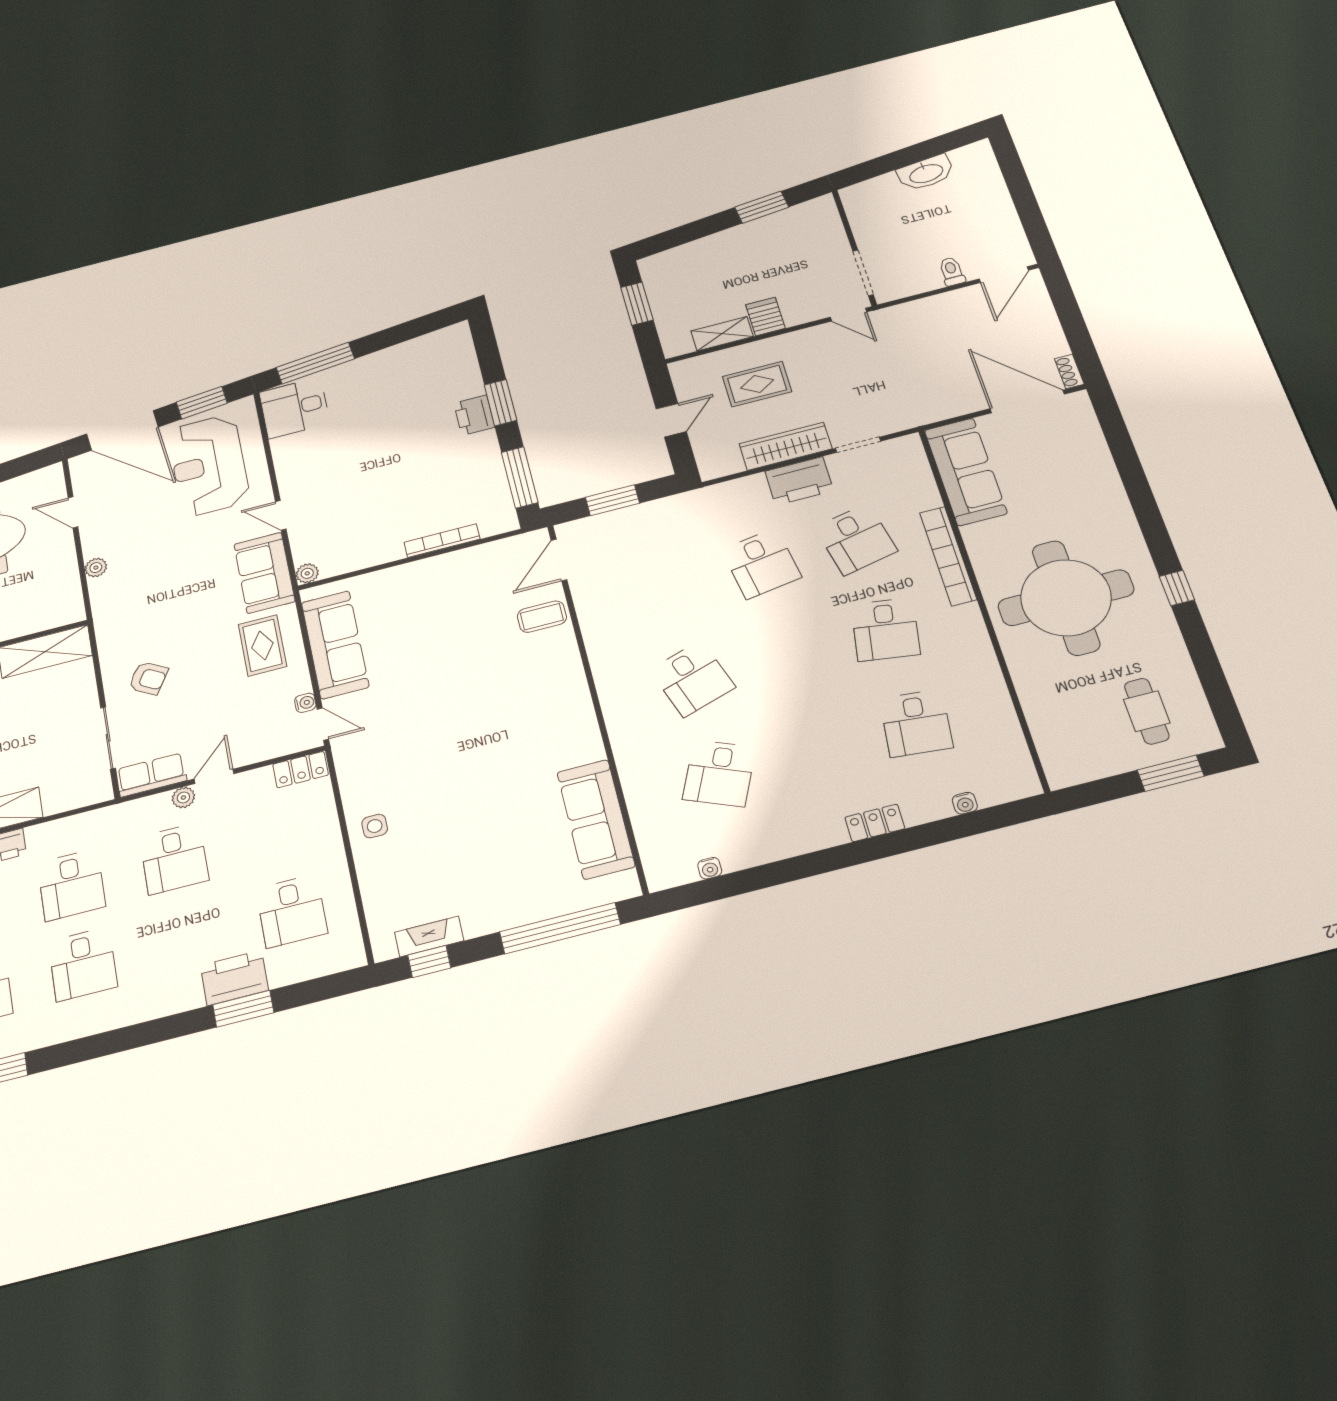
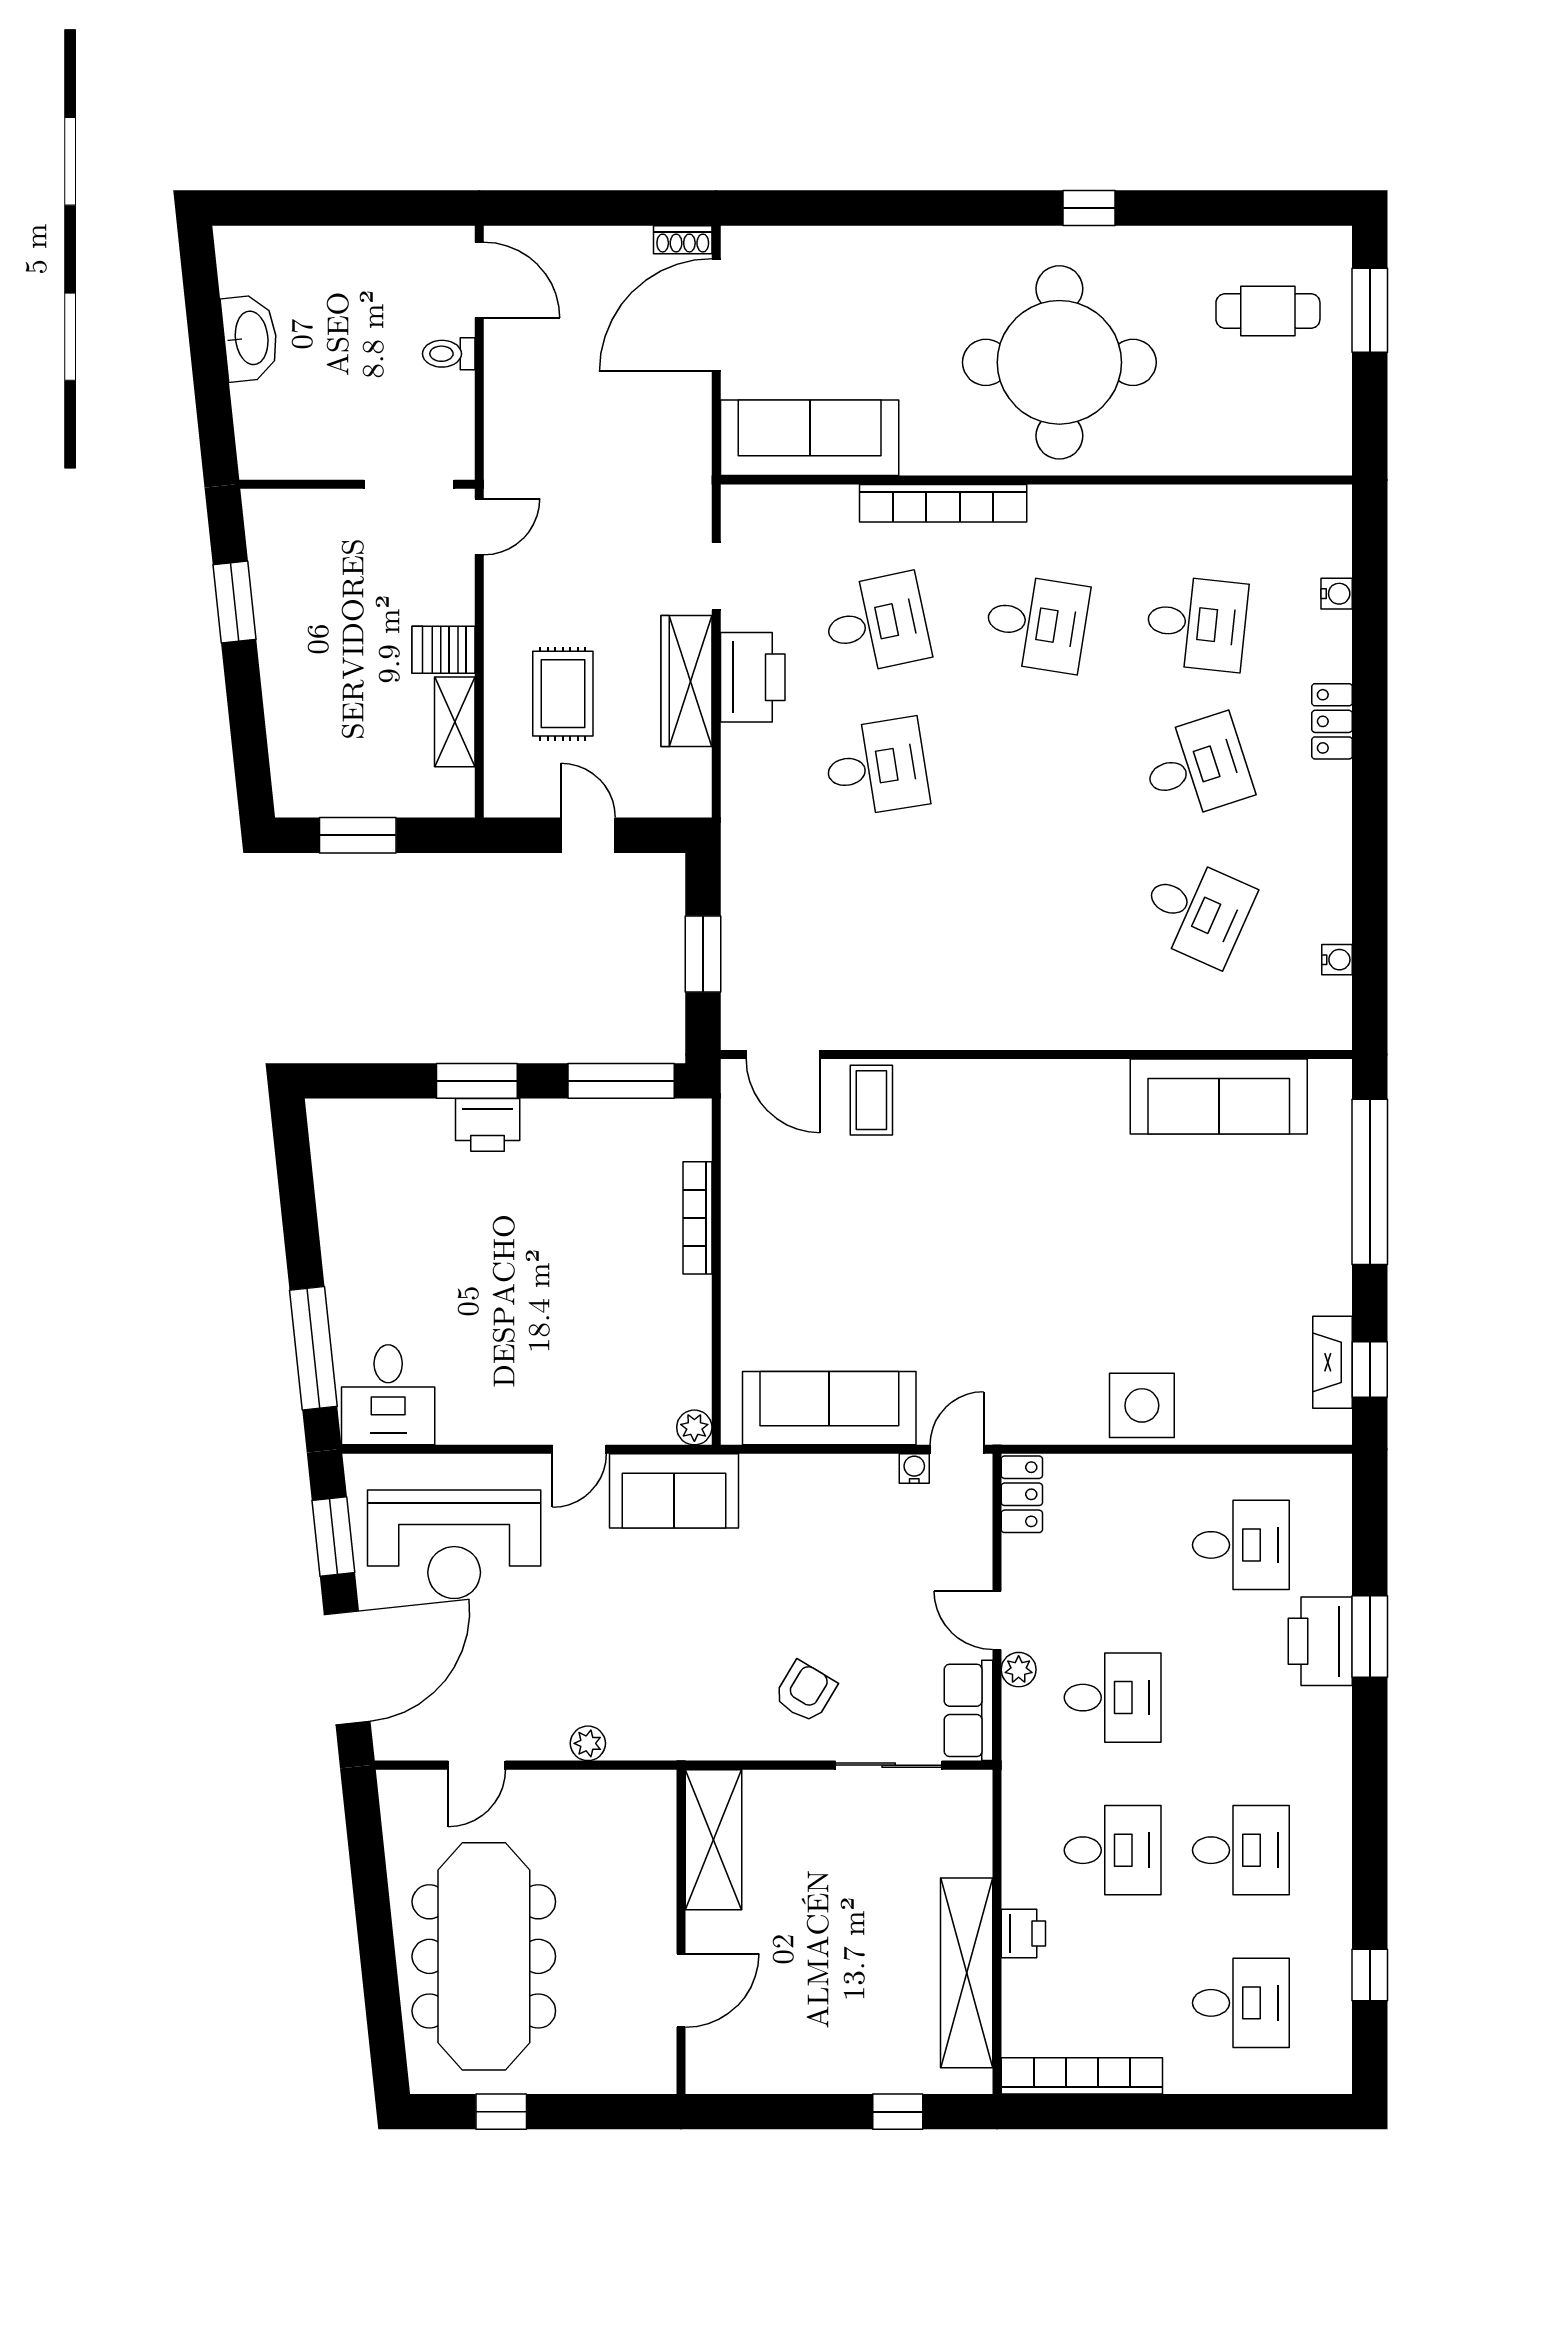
rug: (262, 645) -> (799, 1515), removed
desk: (693, 679) -> (1197, 767), moved
side table: (375, 826) -> (1142, 1405), width x1.87, depth x1.87

